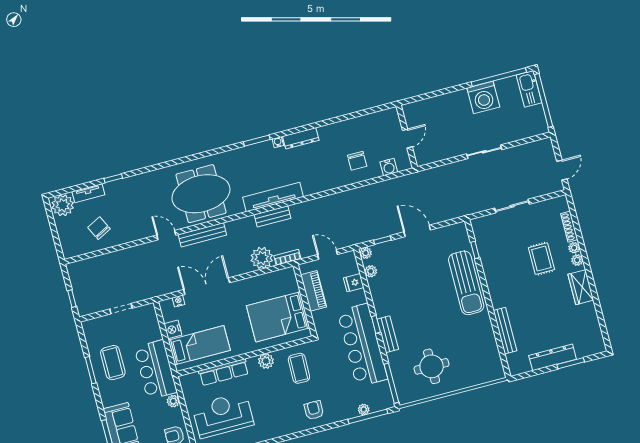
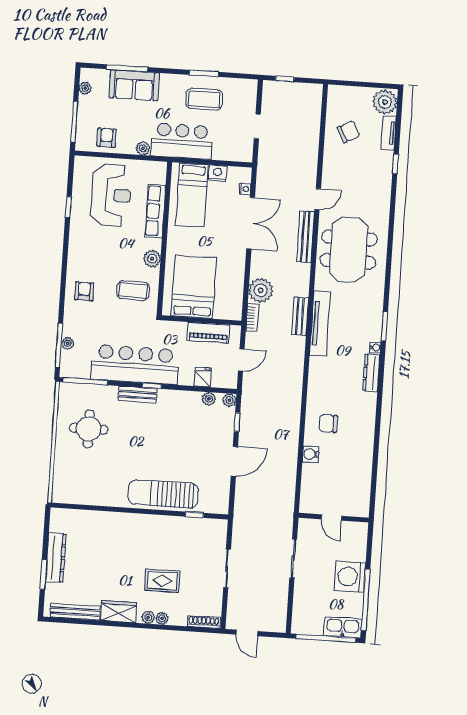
wall: (407, 137) -> (334, 518), moved
door: (407, 139) -> (331, 518), moved
shoe rack: (569, 227) -> (204, 622), moved
bench: (505, 331) -> (75, 612), moved
armchair: (314, 410) -> (84, 291), turned -90

